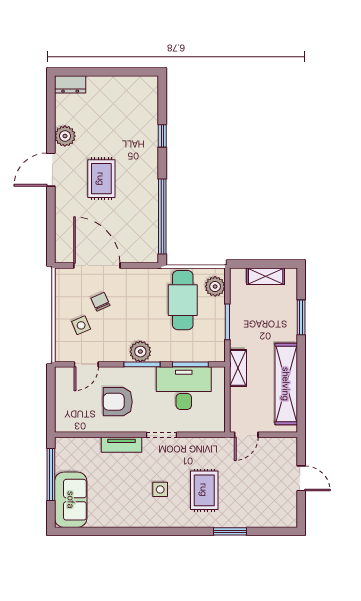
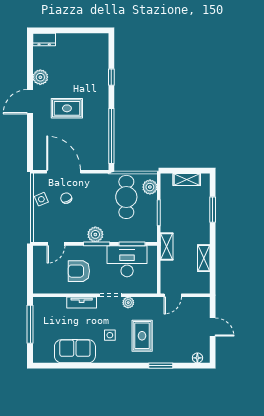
rug: (101, 179) -> (67, 108), turned 90
side table: (81, 325) -> (41, 199), moved
shelving: (286, 384) -> (204, 258), width x0.45, depth x0.75
plant: (185, 445) -> (128, 303), added
sofa: (71, 500) -> (75, 351), moved, turned -90
floor lamp: (280, 521) -> (197, 358), added

